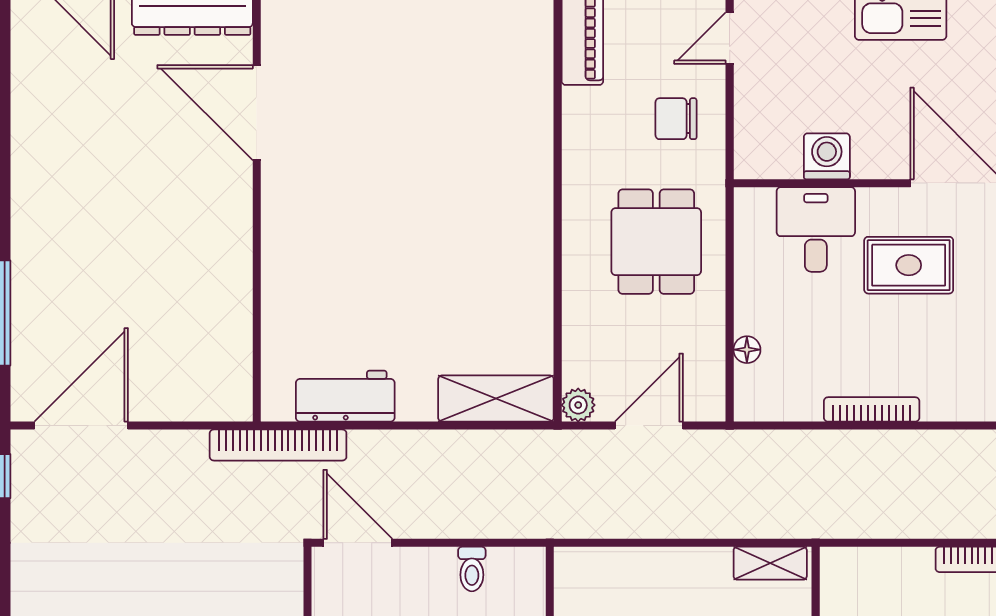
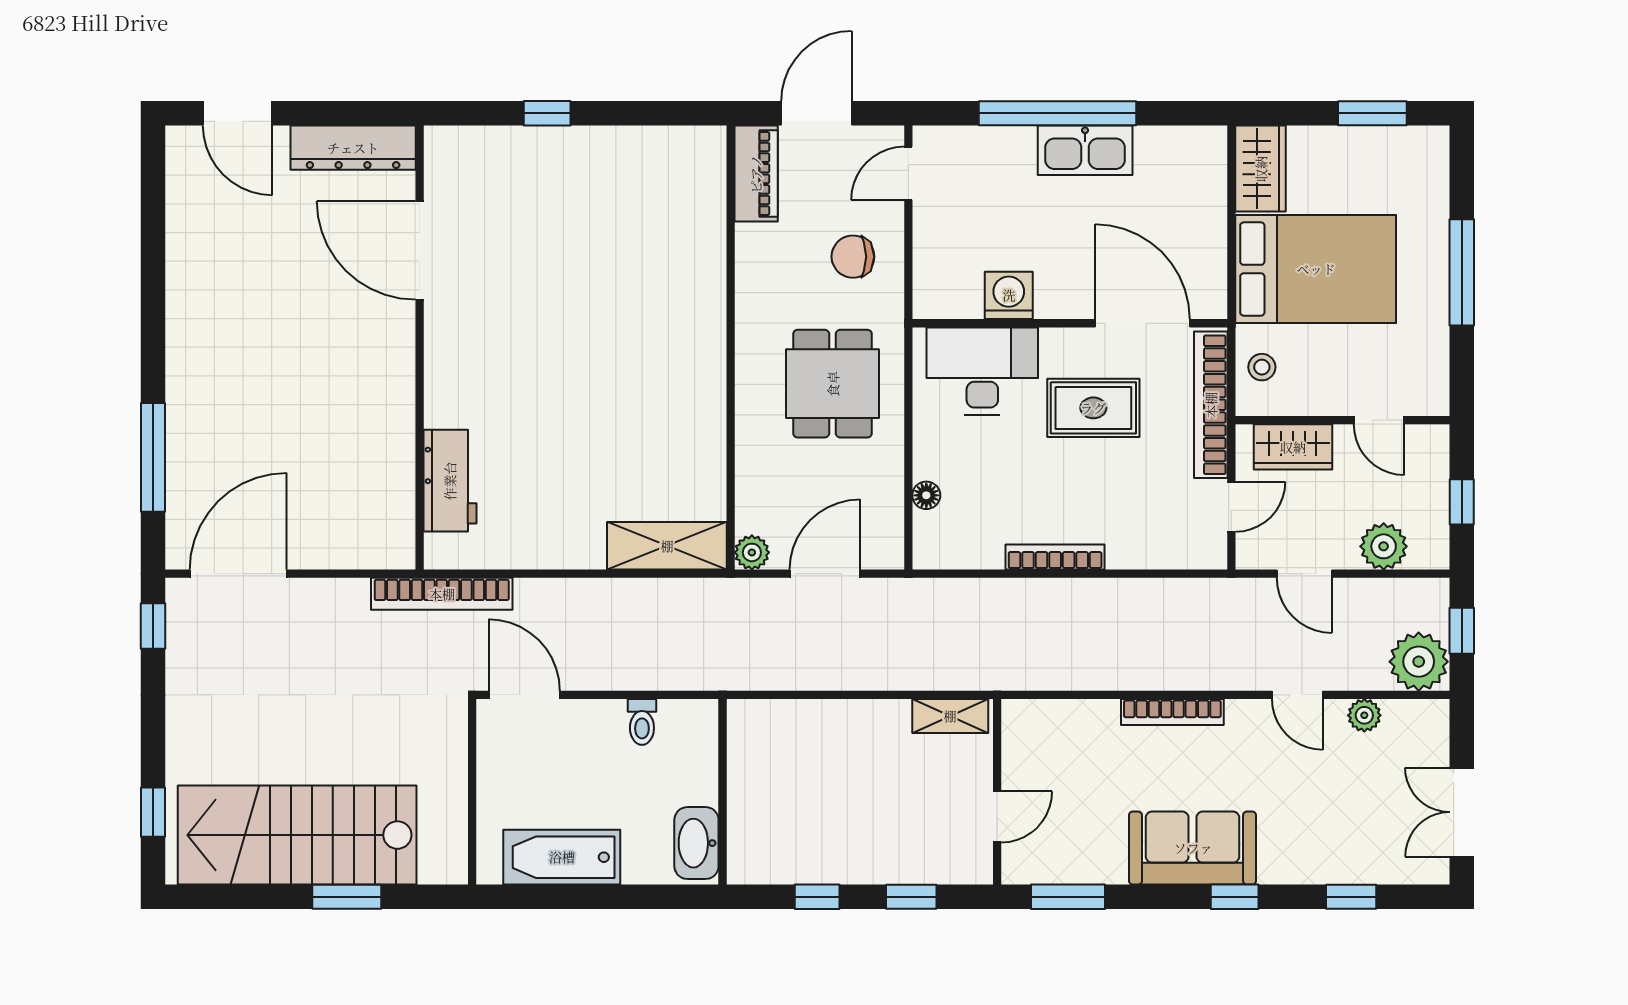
desk: (816, 229) -> (982, 371), width x1.37
workbench: (345, 396) -> (450, 481), moved, turned 90

